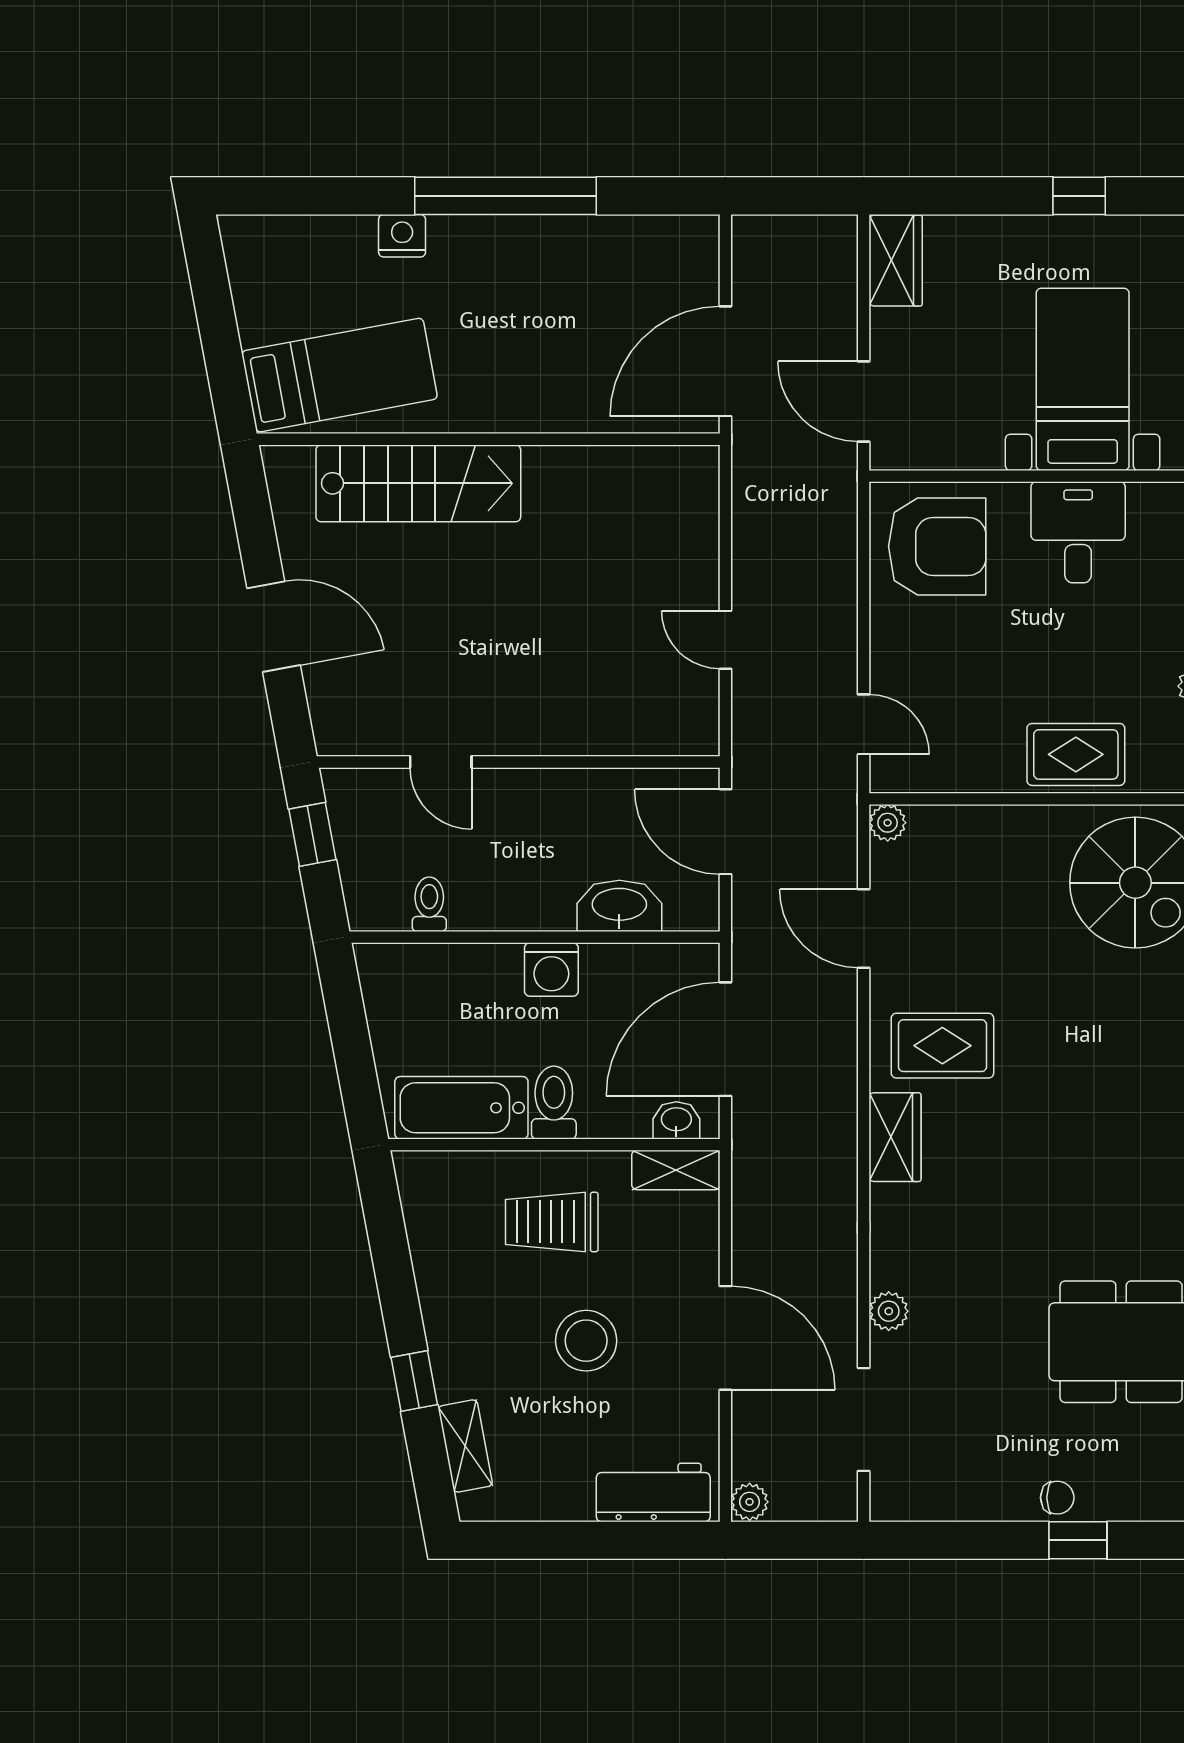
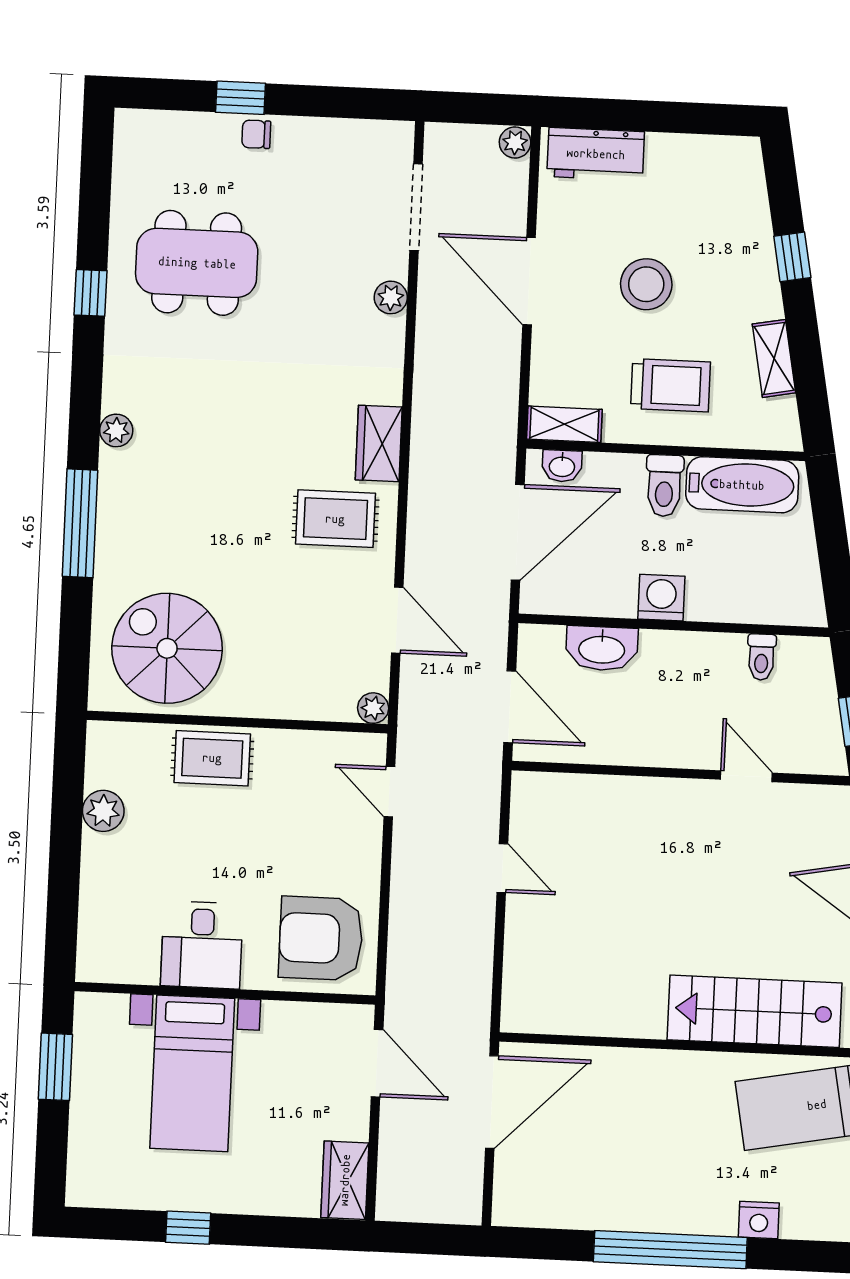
shelving: (465, 1446) -> (774, 358), moved

